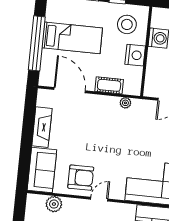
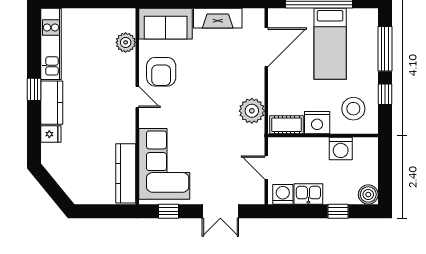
cot: (109, 85) -> (287, 125), moved, turned 90
plant: (125, 103) -> (252, 111), width x1.88, depth x1.88

